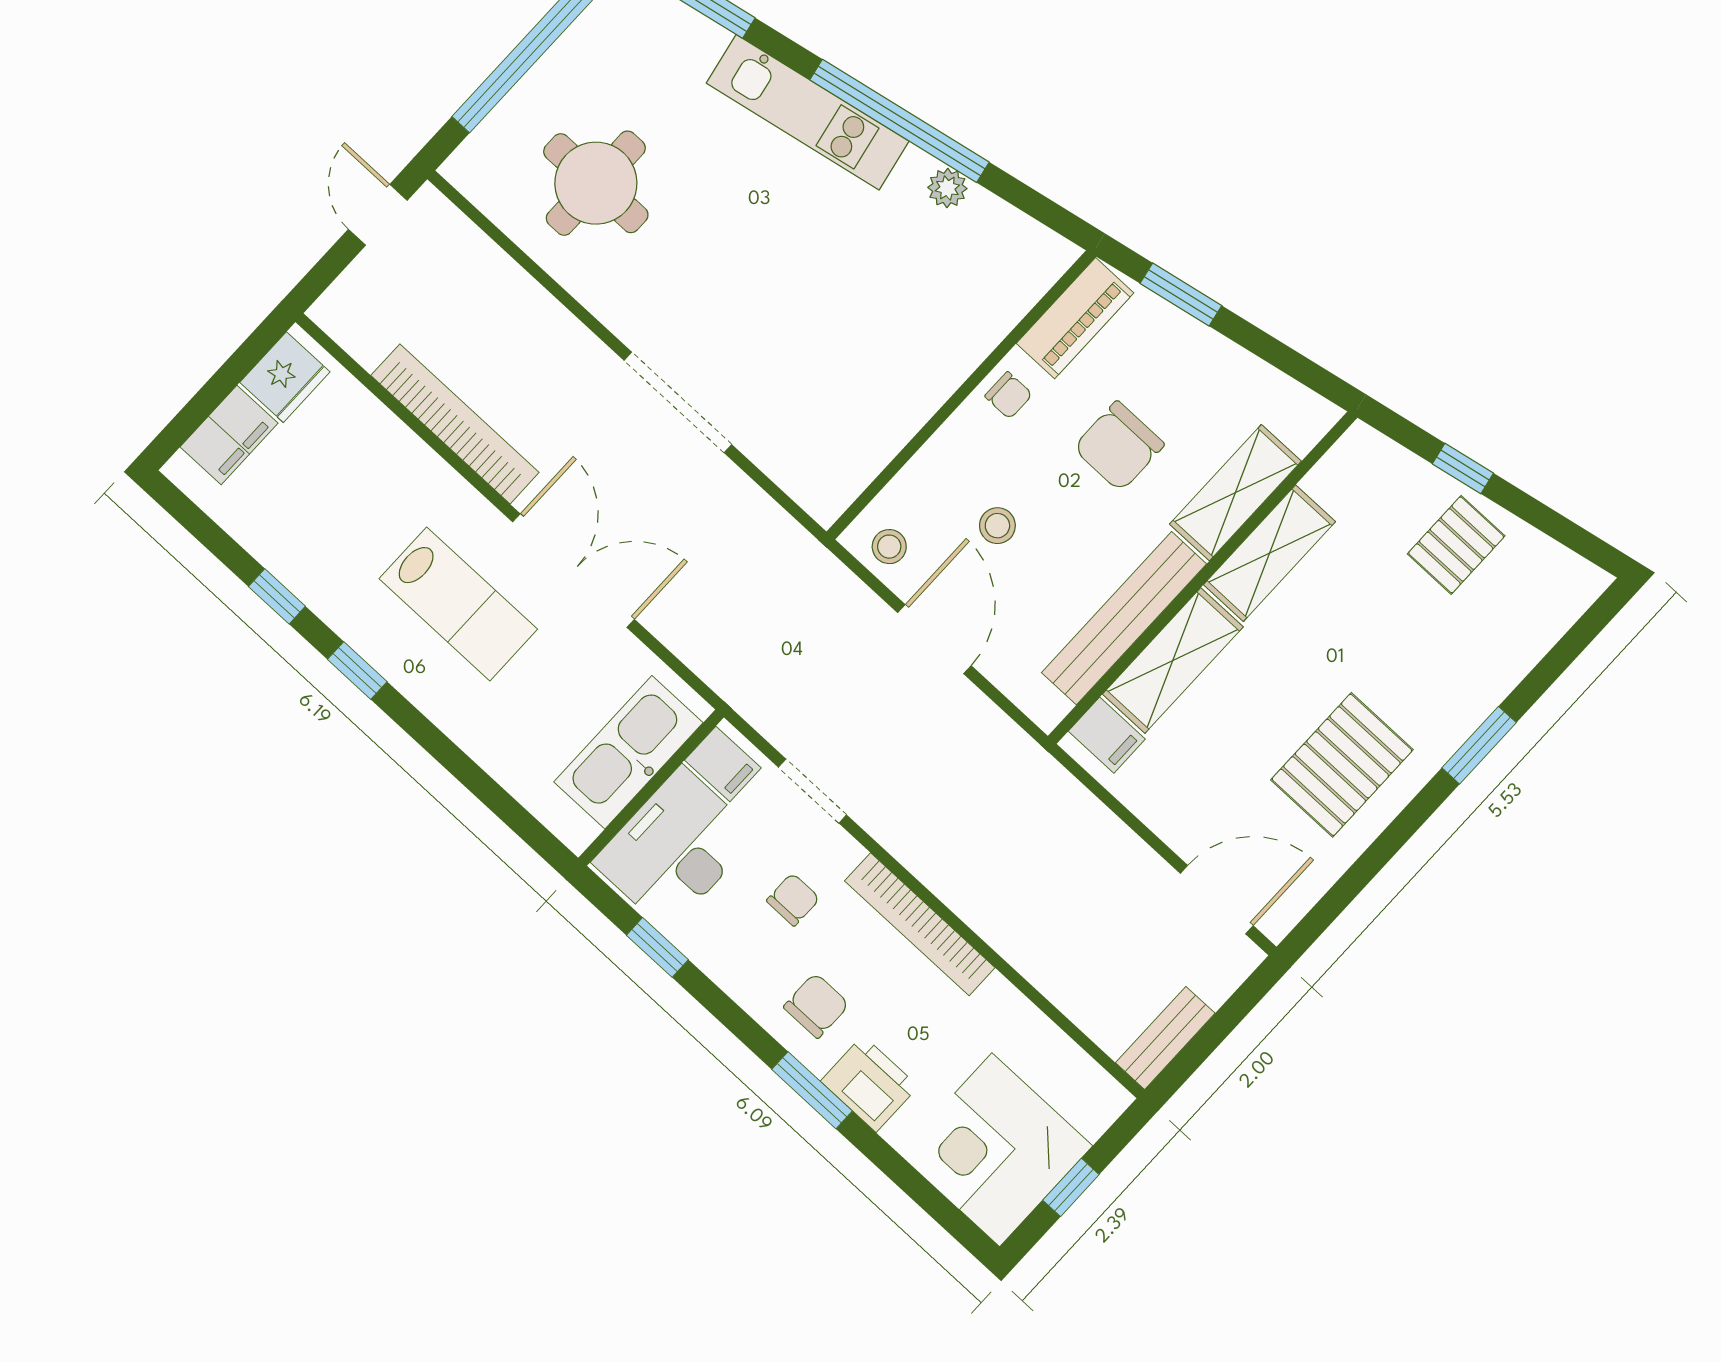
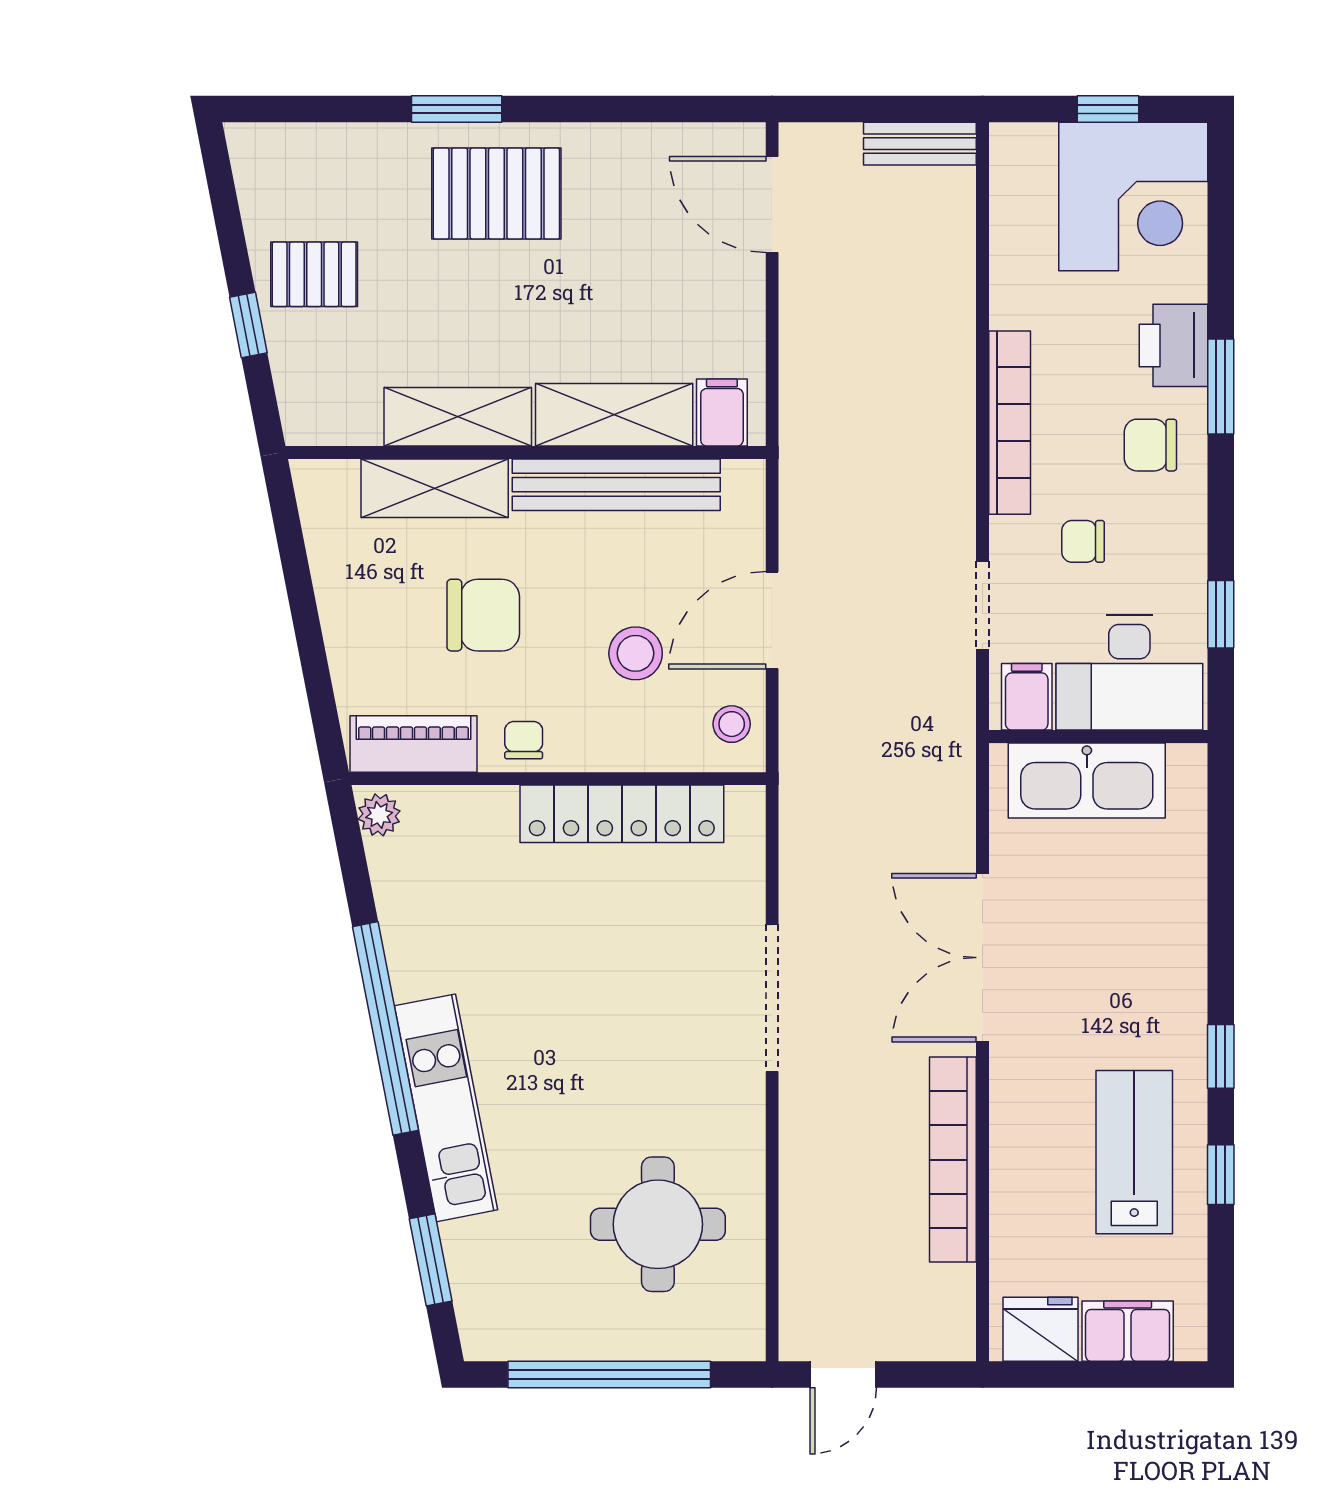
plant: (947, 188) -> (379, 815), moved
window: (1181, 295) -> (317, 677), removed
locker: (897, 416) -> (622, 814), added
stool: (997, 526) -> (636, 653), width x1.37, depth x1.37
lab bench: (458, 604) -> (1134, 1152), moved
pallet: (1342, 765) -> (496, 194), moved

